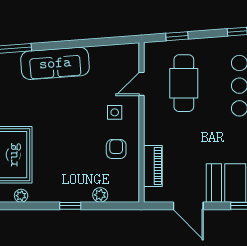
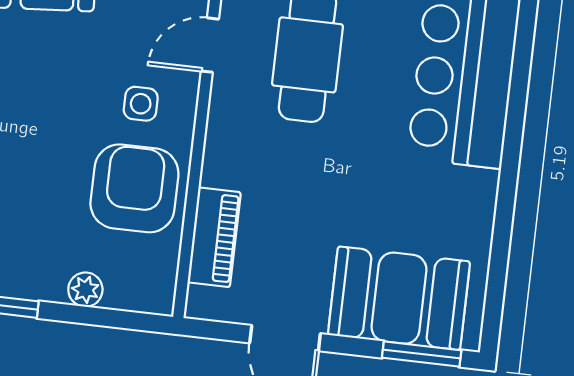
armchair: (116, 149) -> (134, 188), width x1.88, depth x1.88

